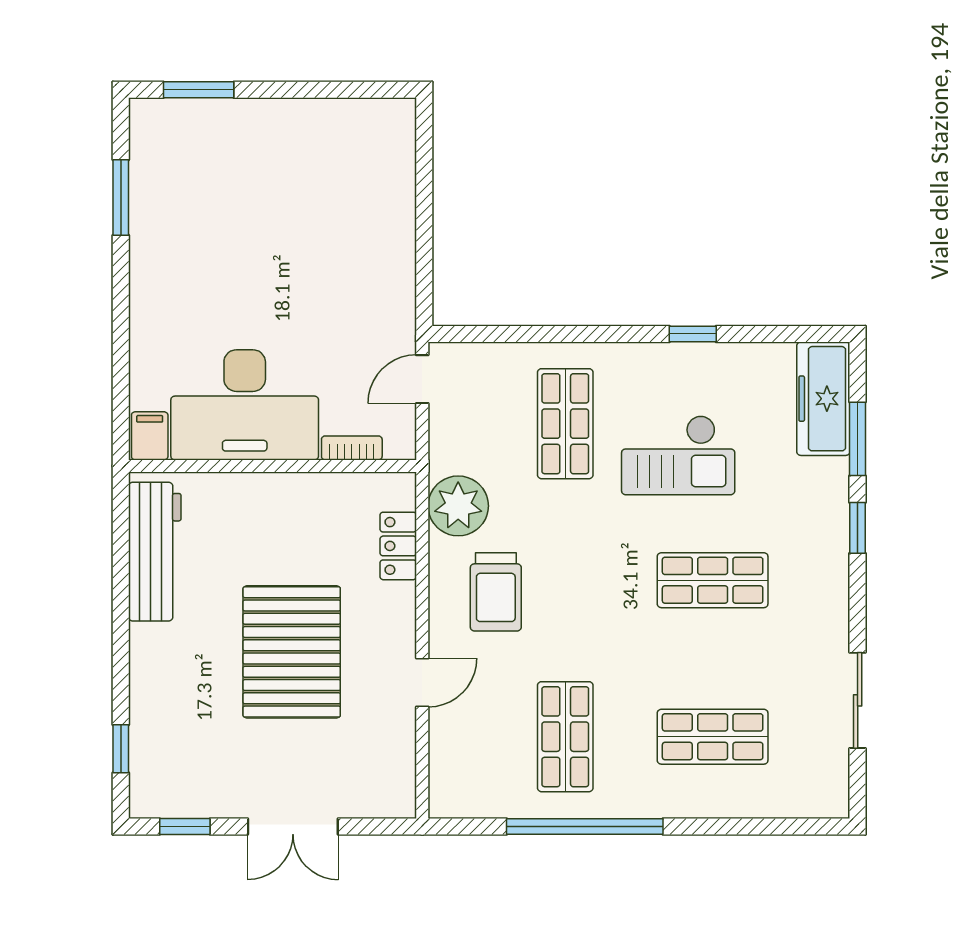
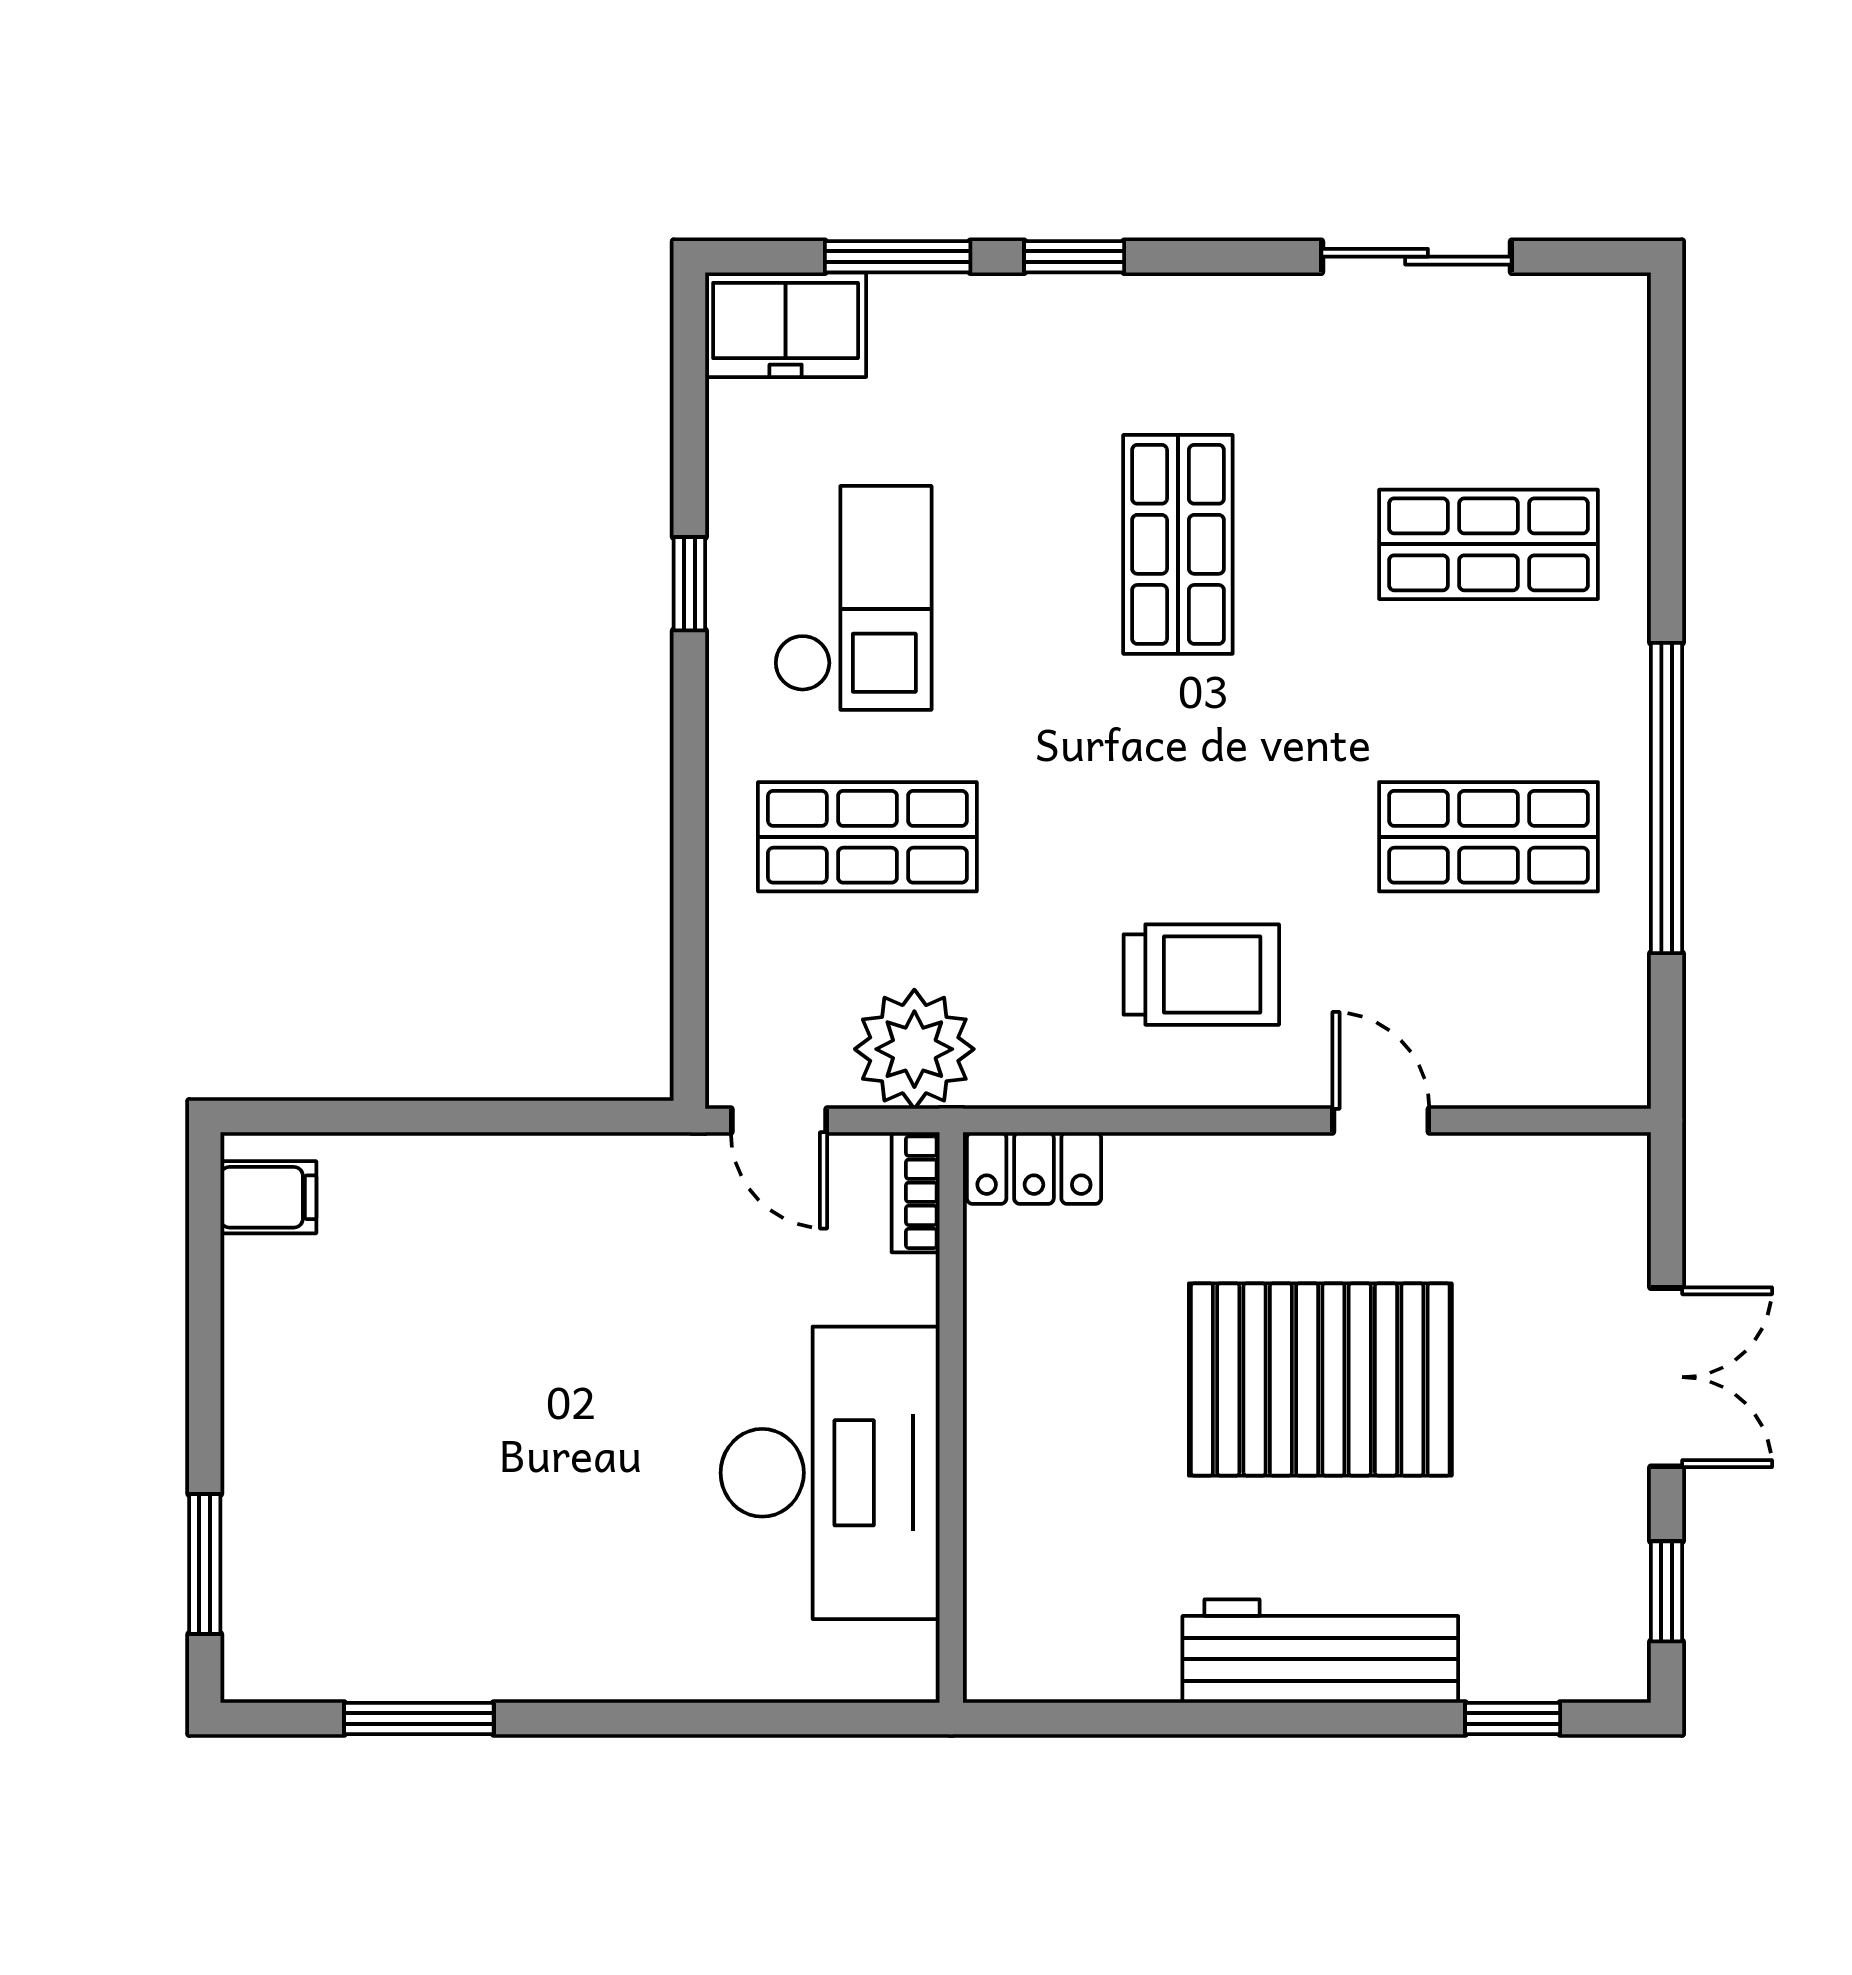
freezer: (823, 399) -> (786, 325), width x0.71
filing cabinet: (150, 436) -> (268, 1197), moved, turned 180
bookcase: (352, 448) -> (916, 1192), moved
checkout: (678, 455) -> (853, 598), moved
plant: (458, 506) -> (914, 1049), moved
locker: (398, 546) -> (1034, 1168), moved
workbench: (155, 552) -> (1320, 1651), moved
shop shelf: (713, 737) -> (1489, 544), turned 90

